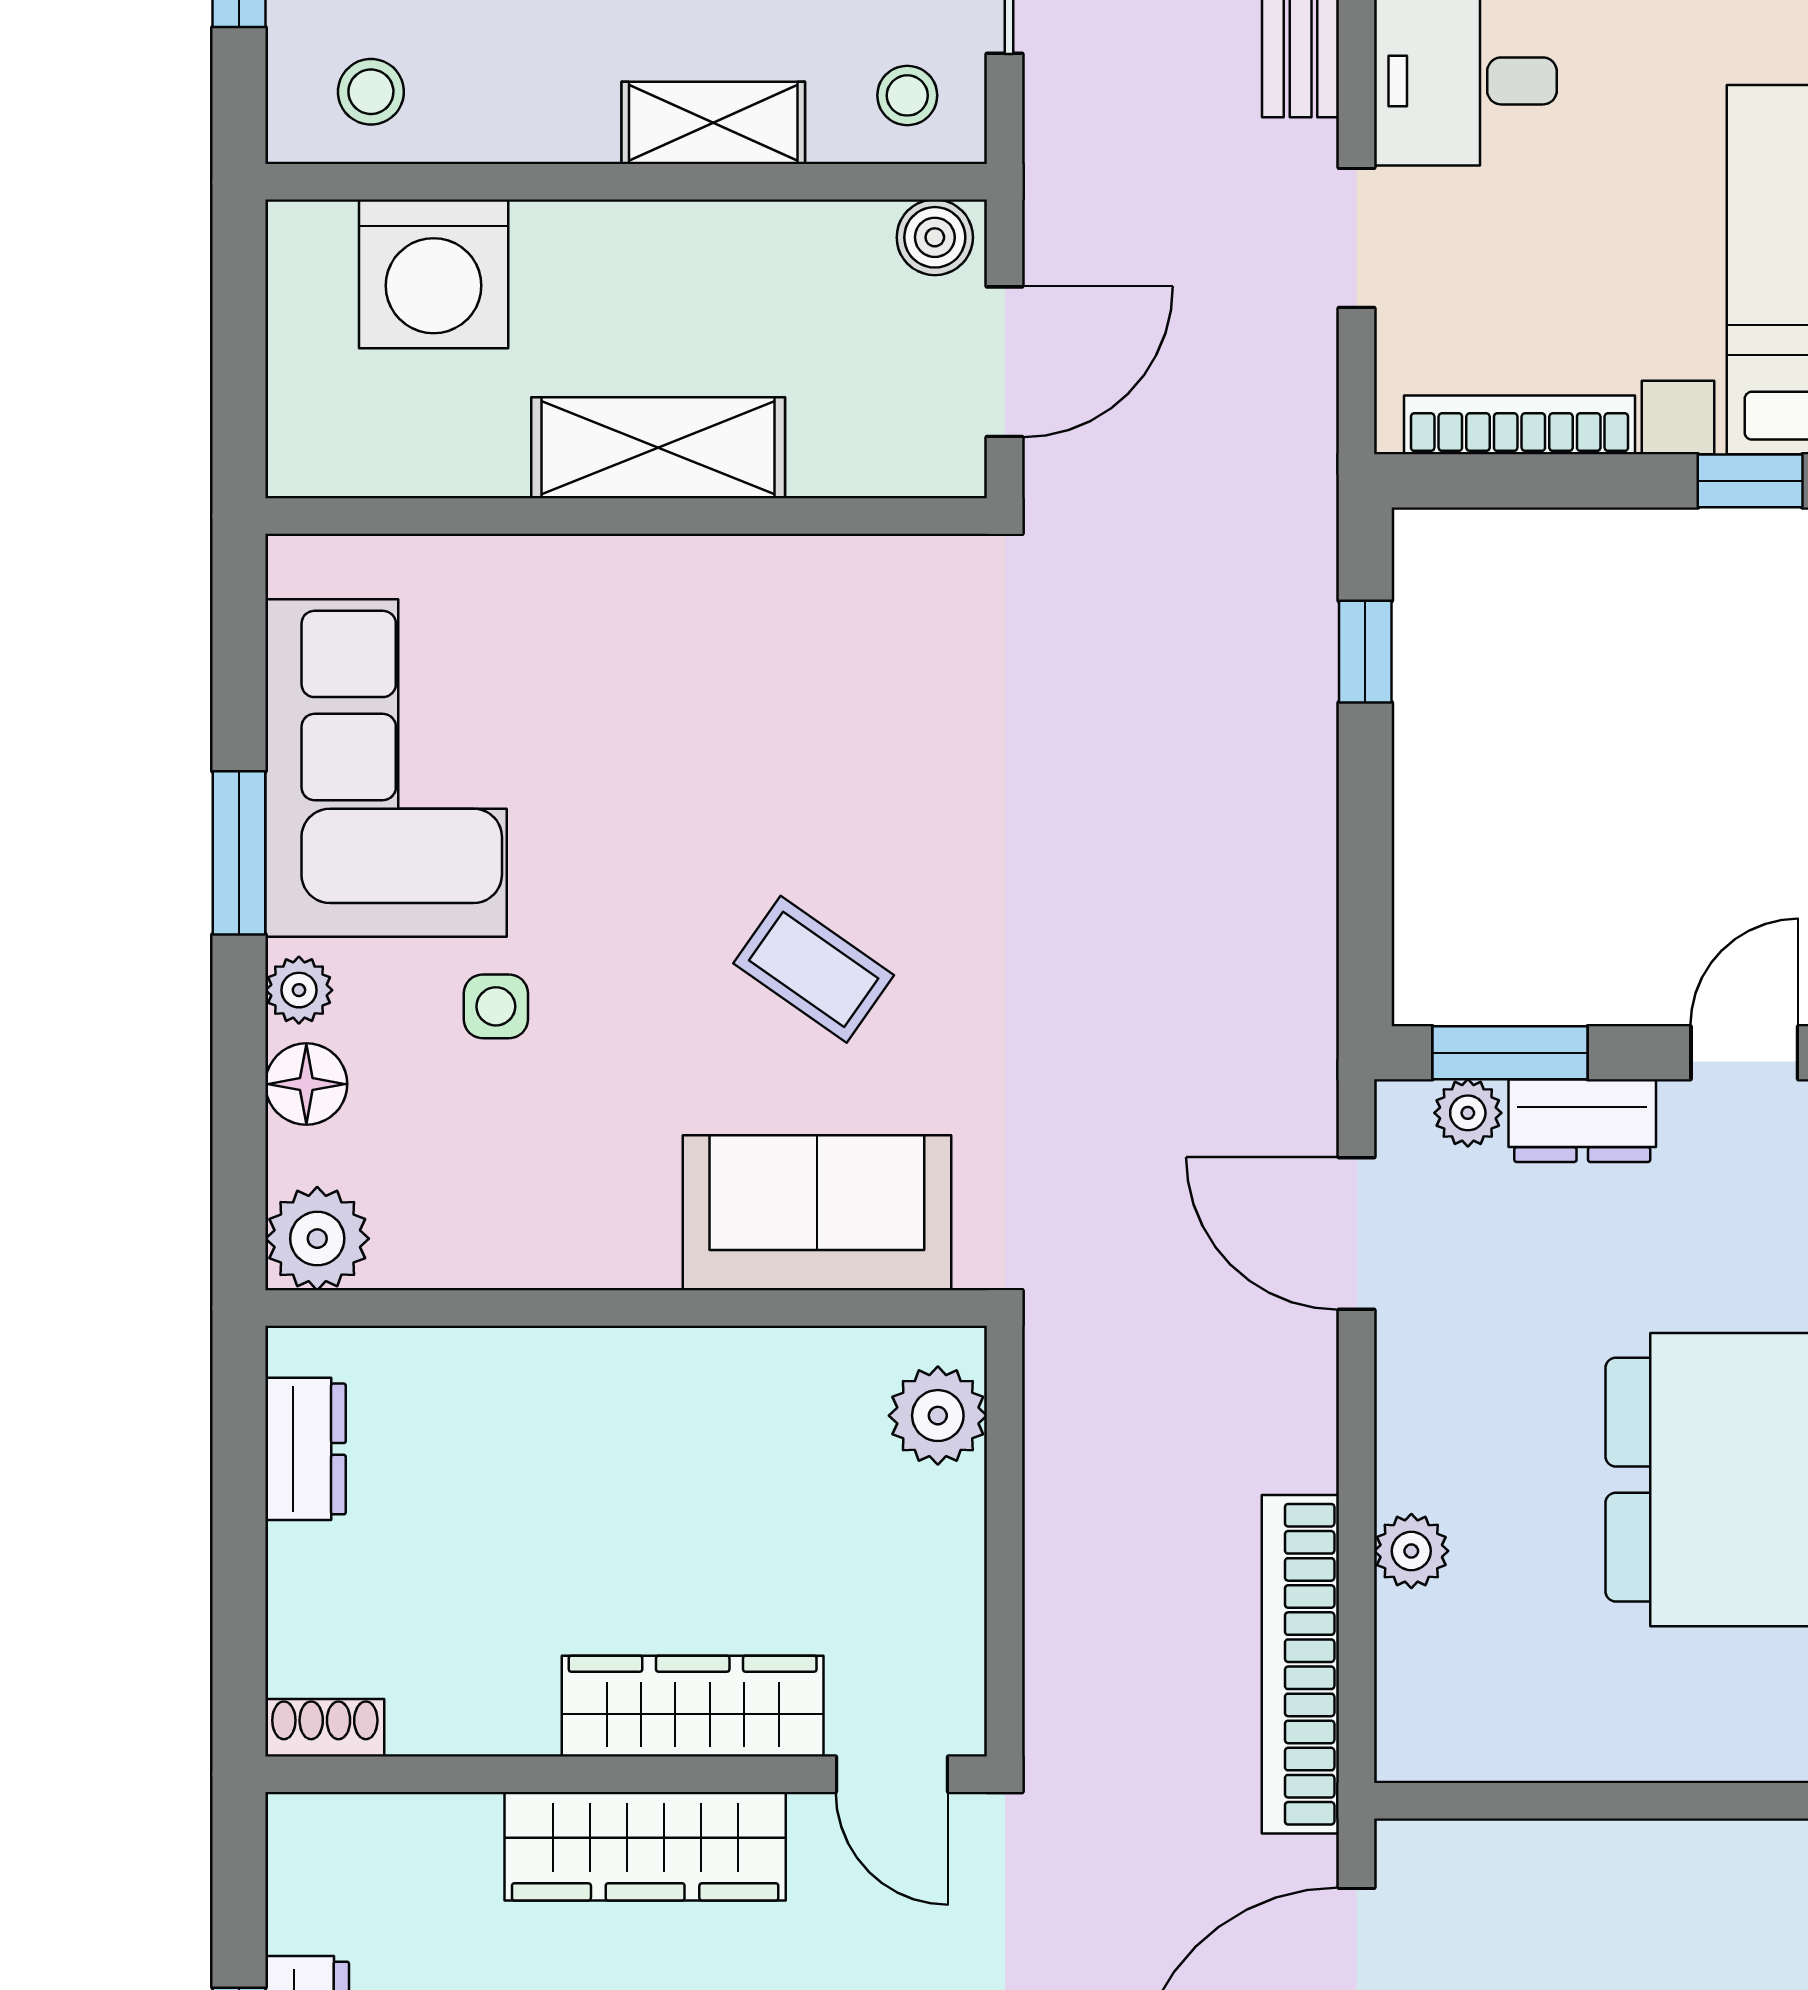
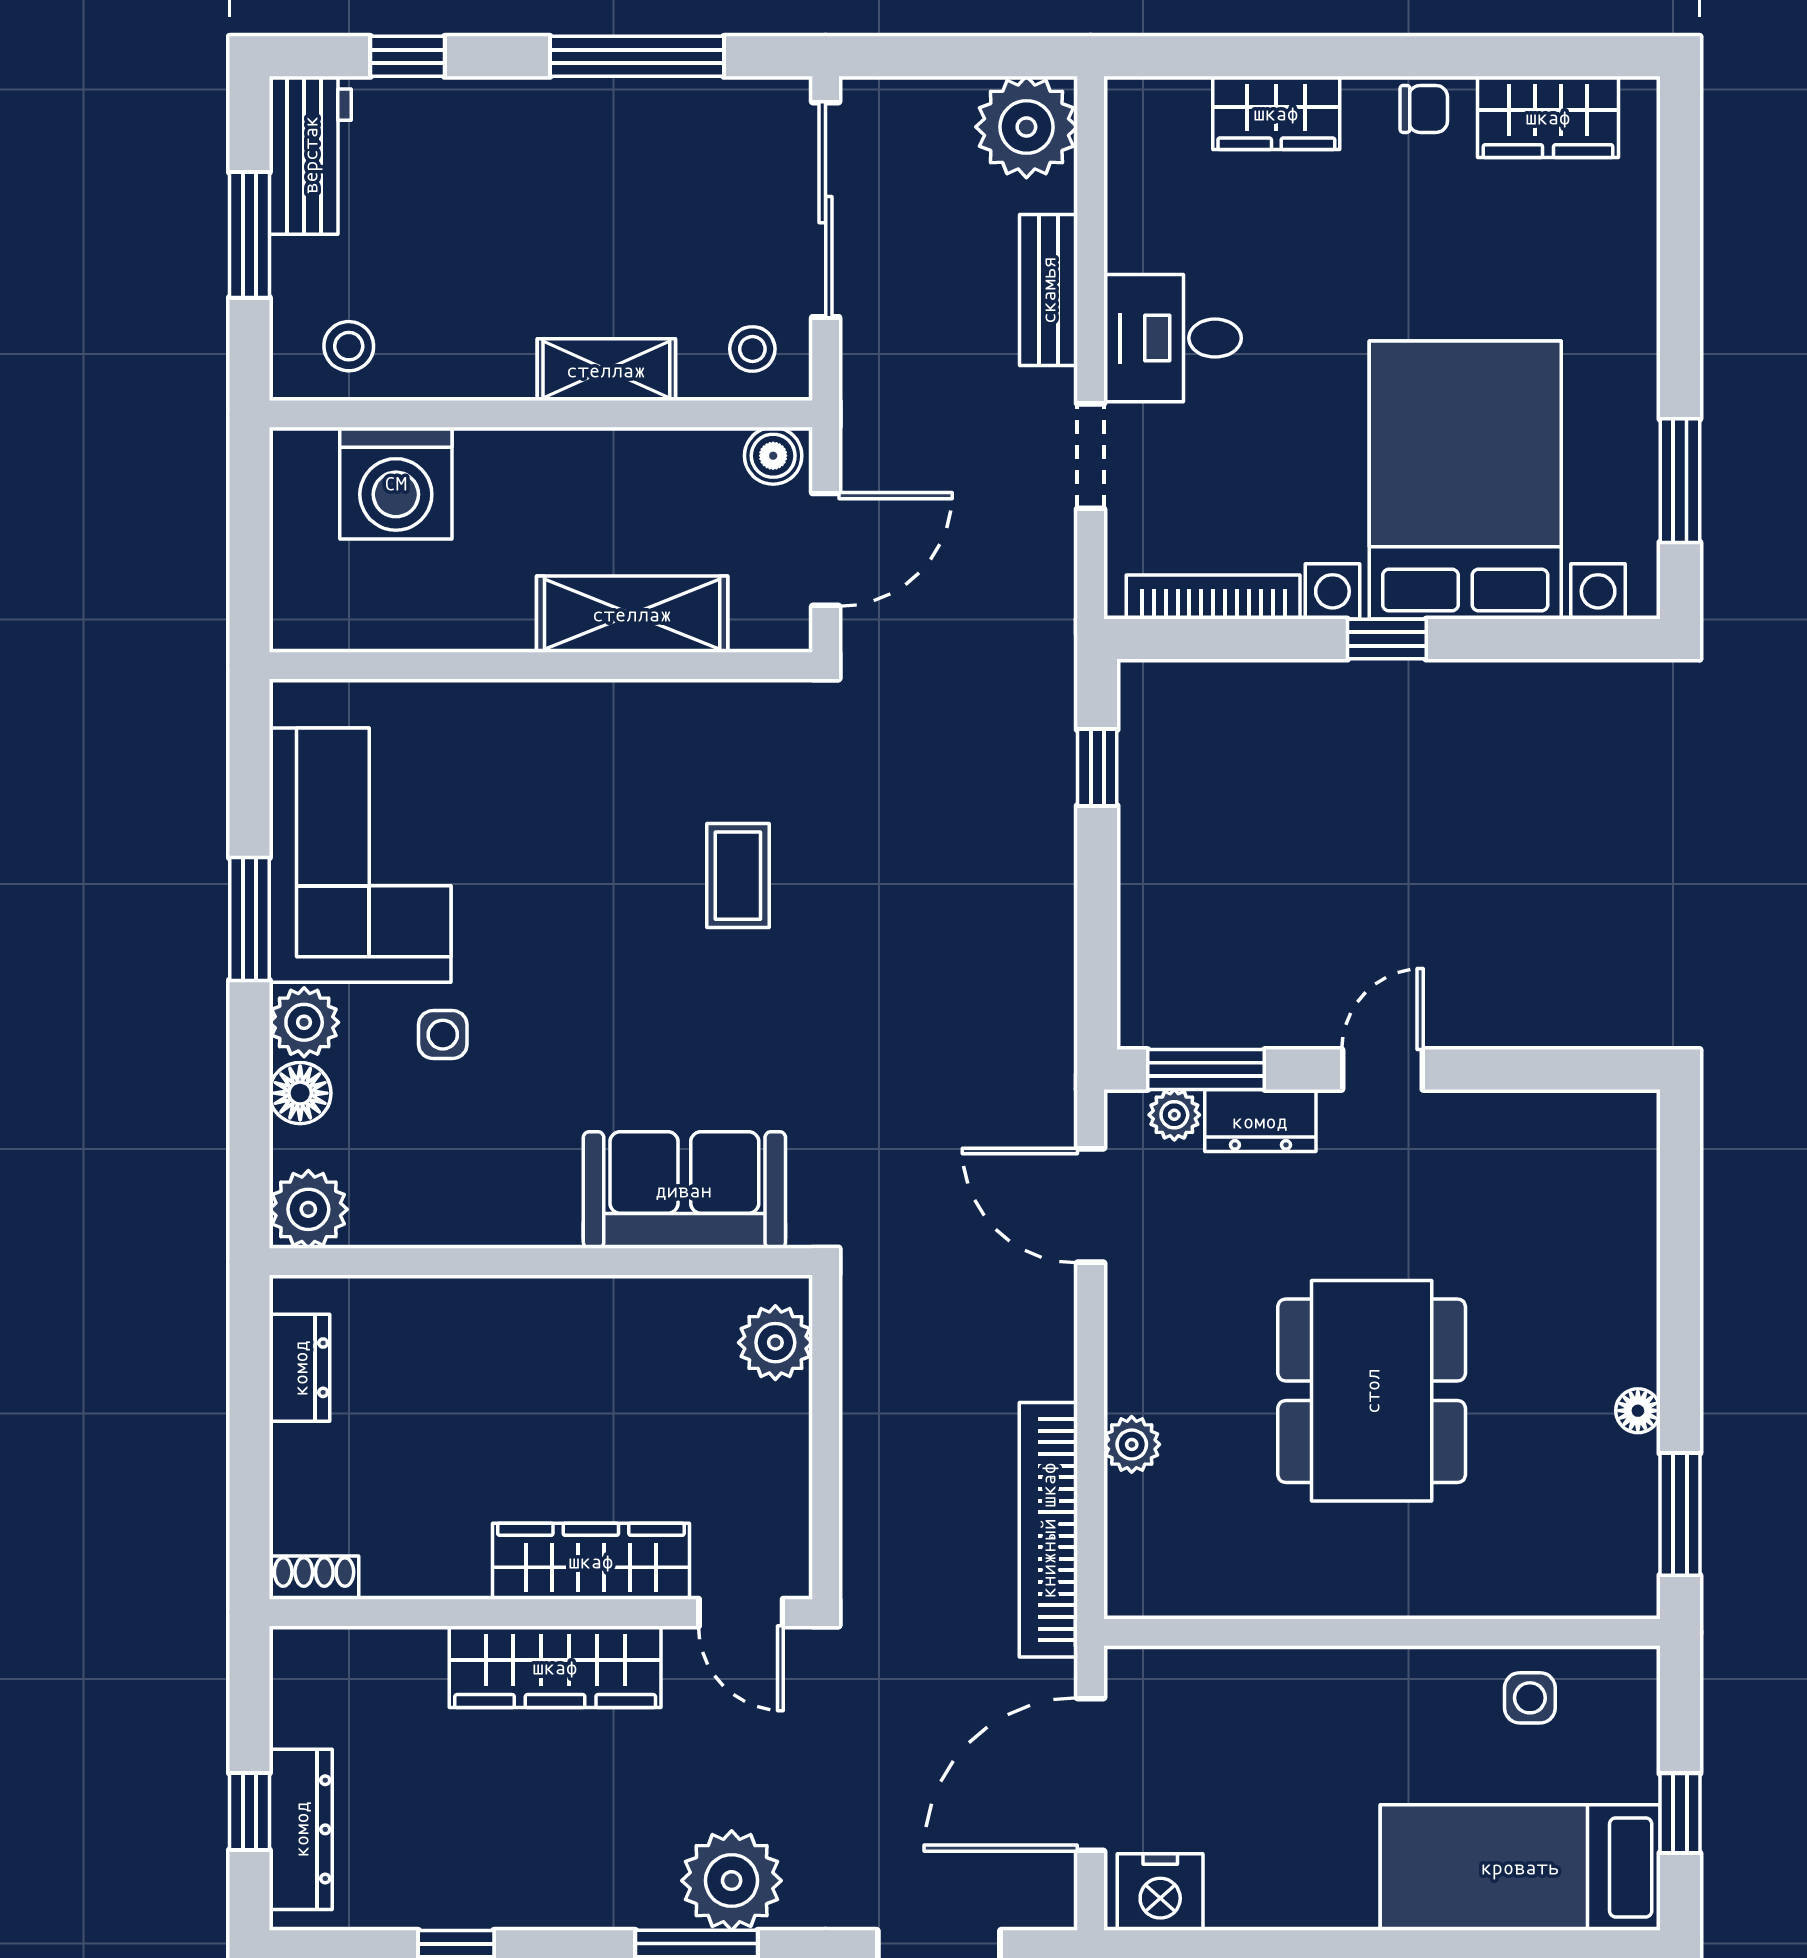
shelving: (658, 448) -> (632, 614), moved
coffee table: (814, 969) -> (738, 876), moved, turned 55
plant: (299, 990) -> (304, 1022), width x1.38, depth x1.38

